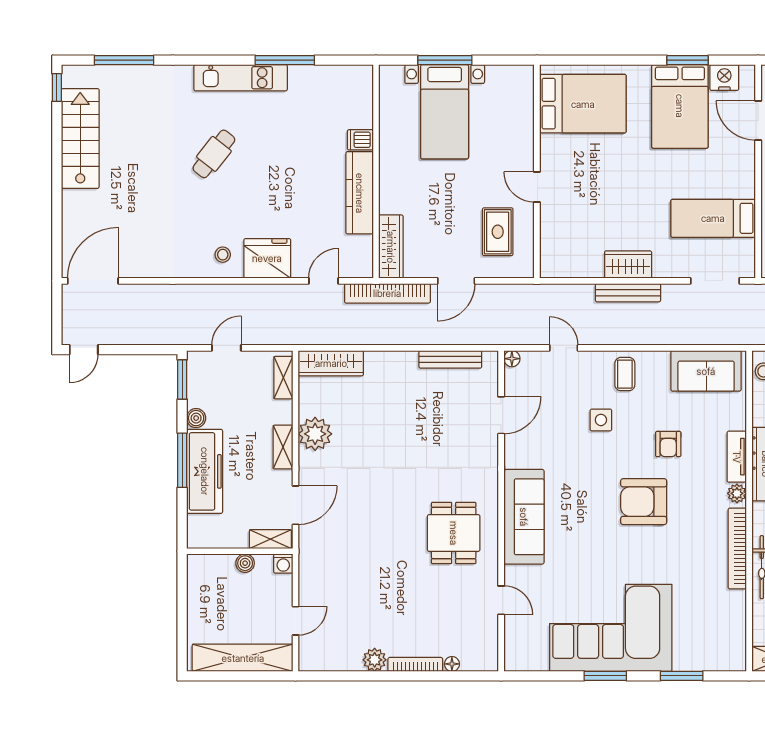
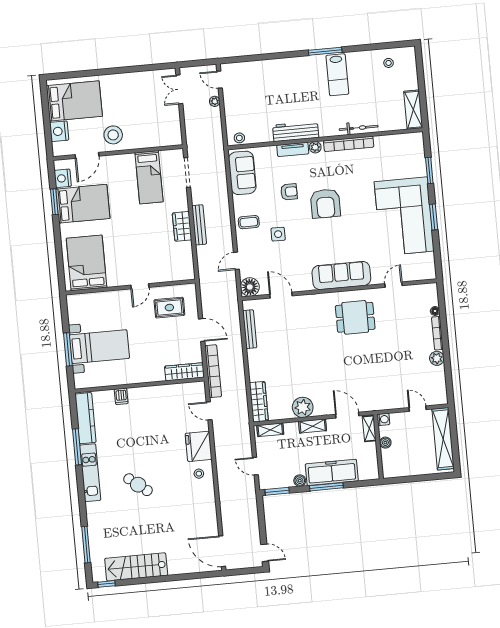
kitchen counter: (360, 193) -> (85, 418), moved, turned -90
floor lamp: (512, 359) -> (250, 287), width x1.89, depth x1.89

